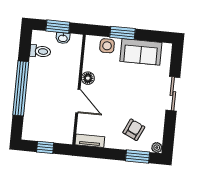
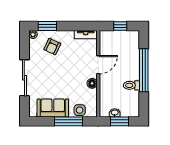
window: (123, 33) -> (68, 121), width x1.44
toilet: (40, 51) -> (131, 85), moved
sliding door: (173, 94) -> (24, 78), width x1.37
door: (78, 101) -> (98, 65), swing flipped

